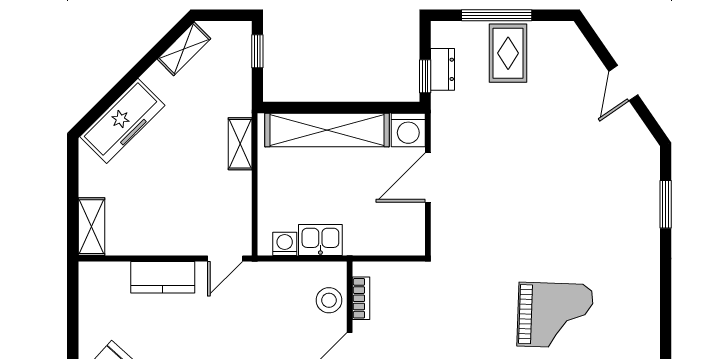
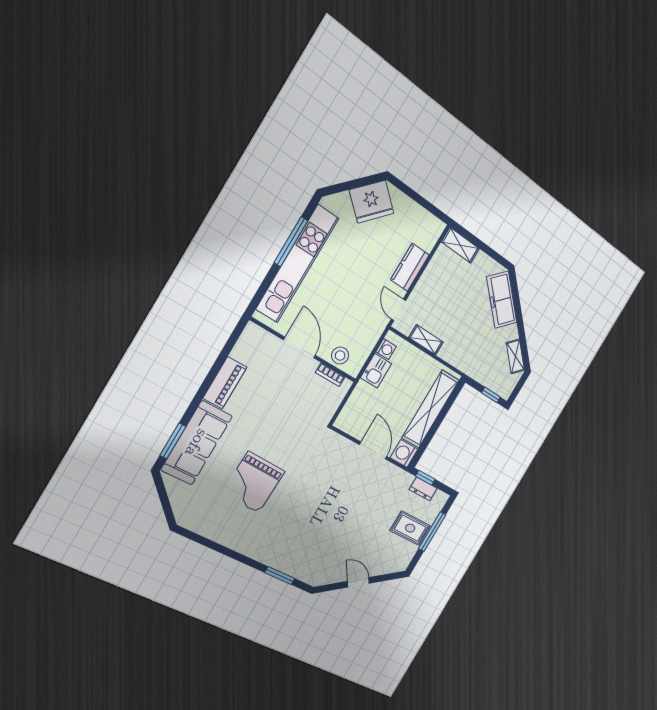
shelving: (240, 144) -> (426, 340), moved

